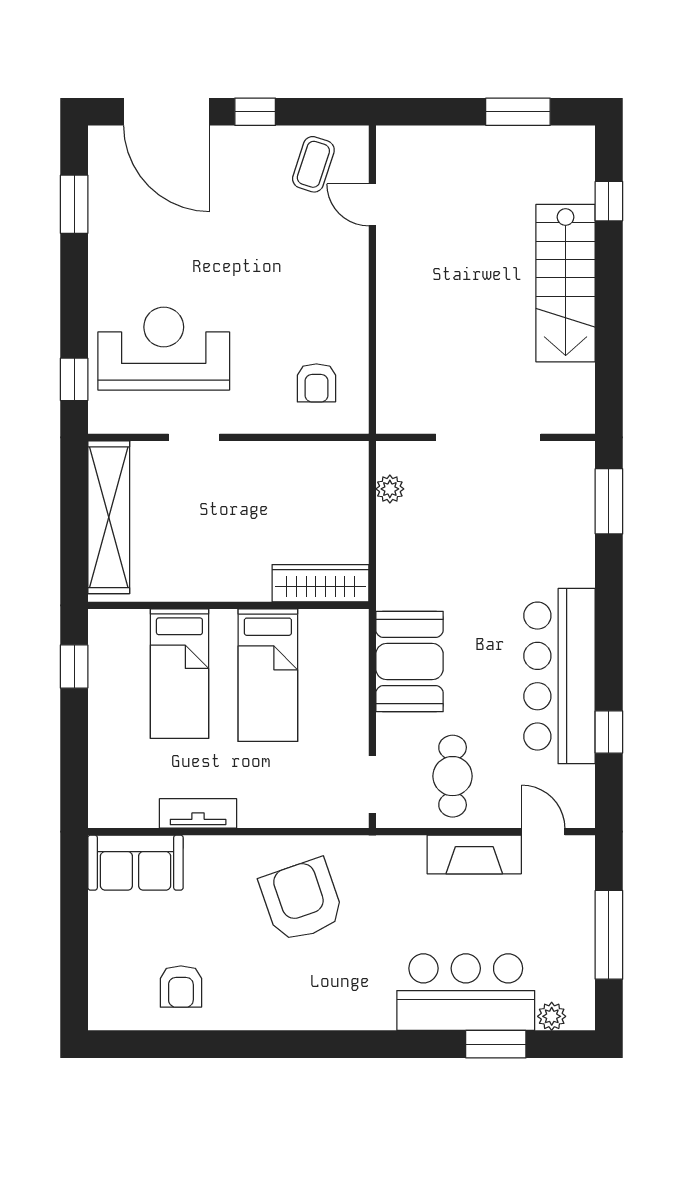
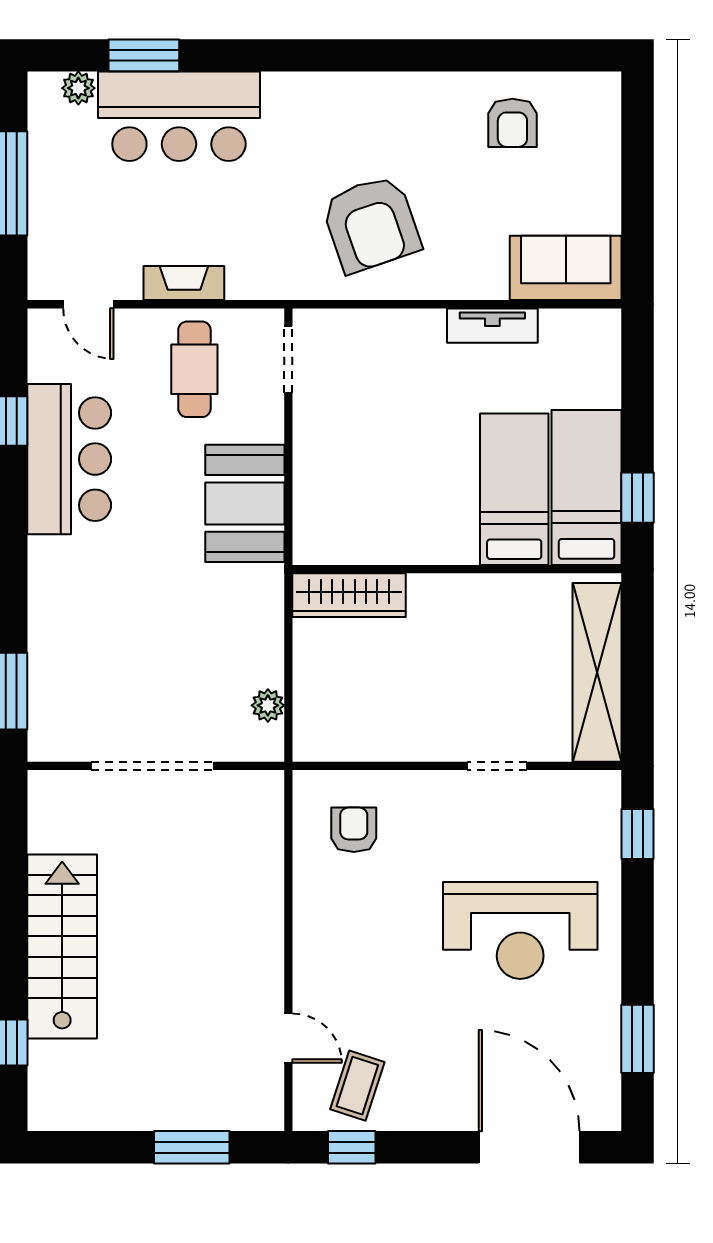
window: (255, 112) -> (352, 1147), moved
window: (518, 112) -> (192, 1147), moved
reception desk: (164, 349) -> (520, 931), moved
bed: (268, 675) -> (587, 488), moved
bar counter: (560, 676) -> (69, 459), width x0.73
fireplace: (474, 854) -> (184, 283), width x0.73, depth x0.76
armchair: (181, 987) -> (512, 123), turned 180

